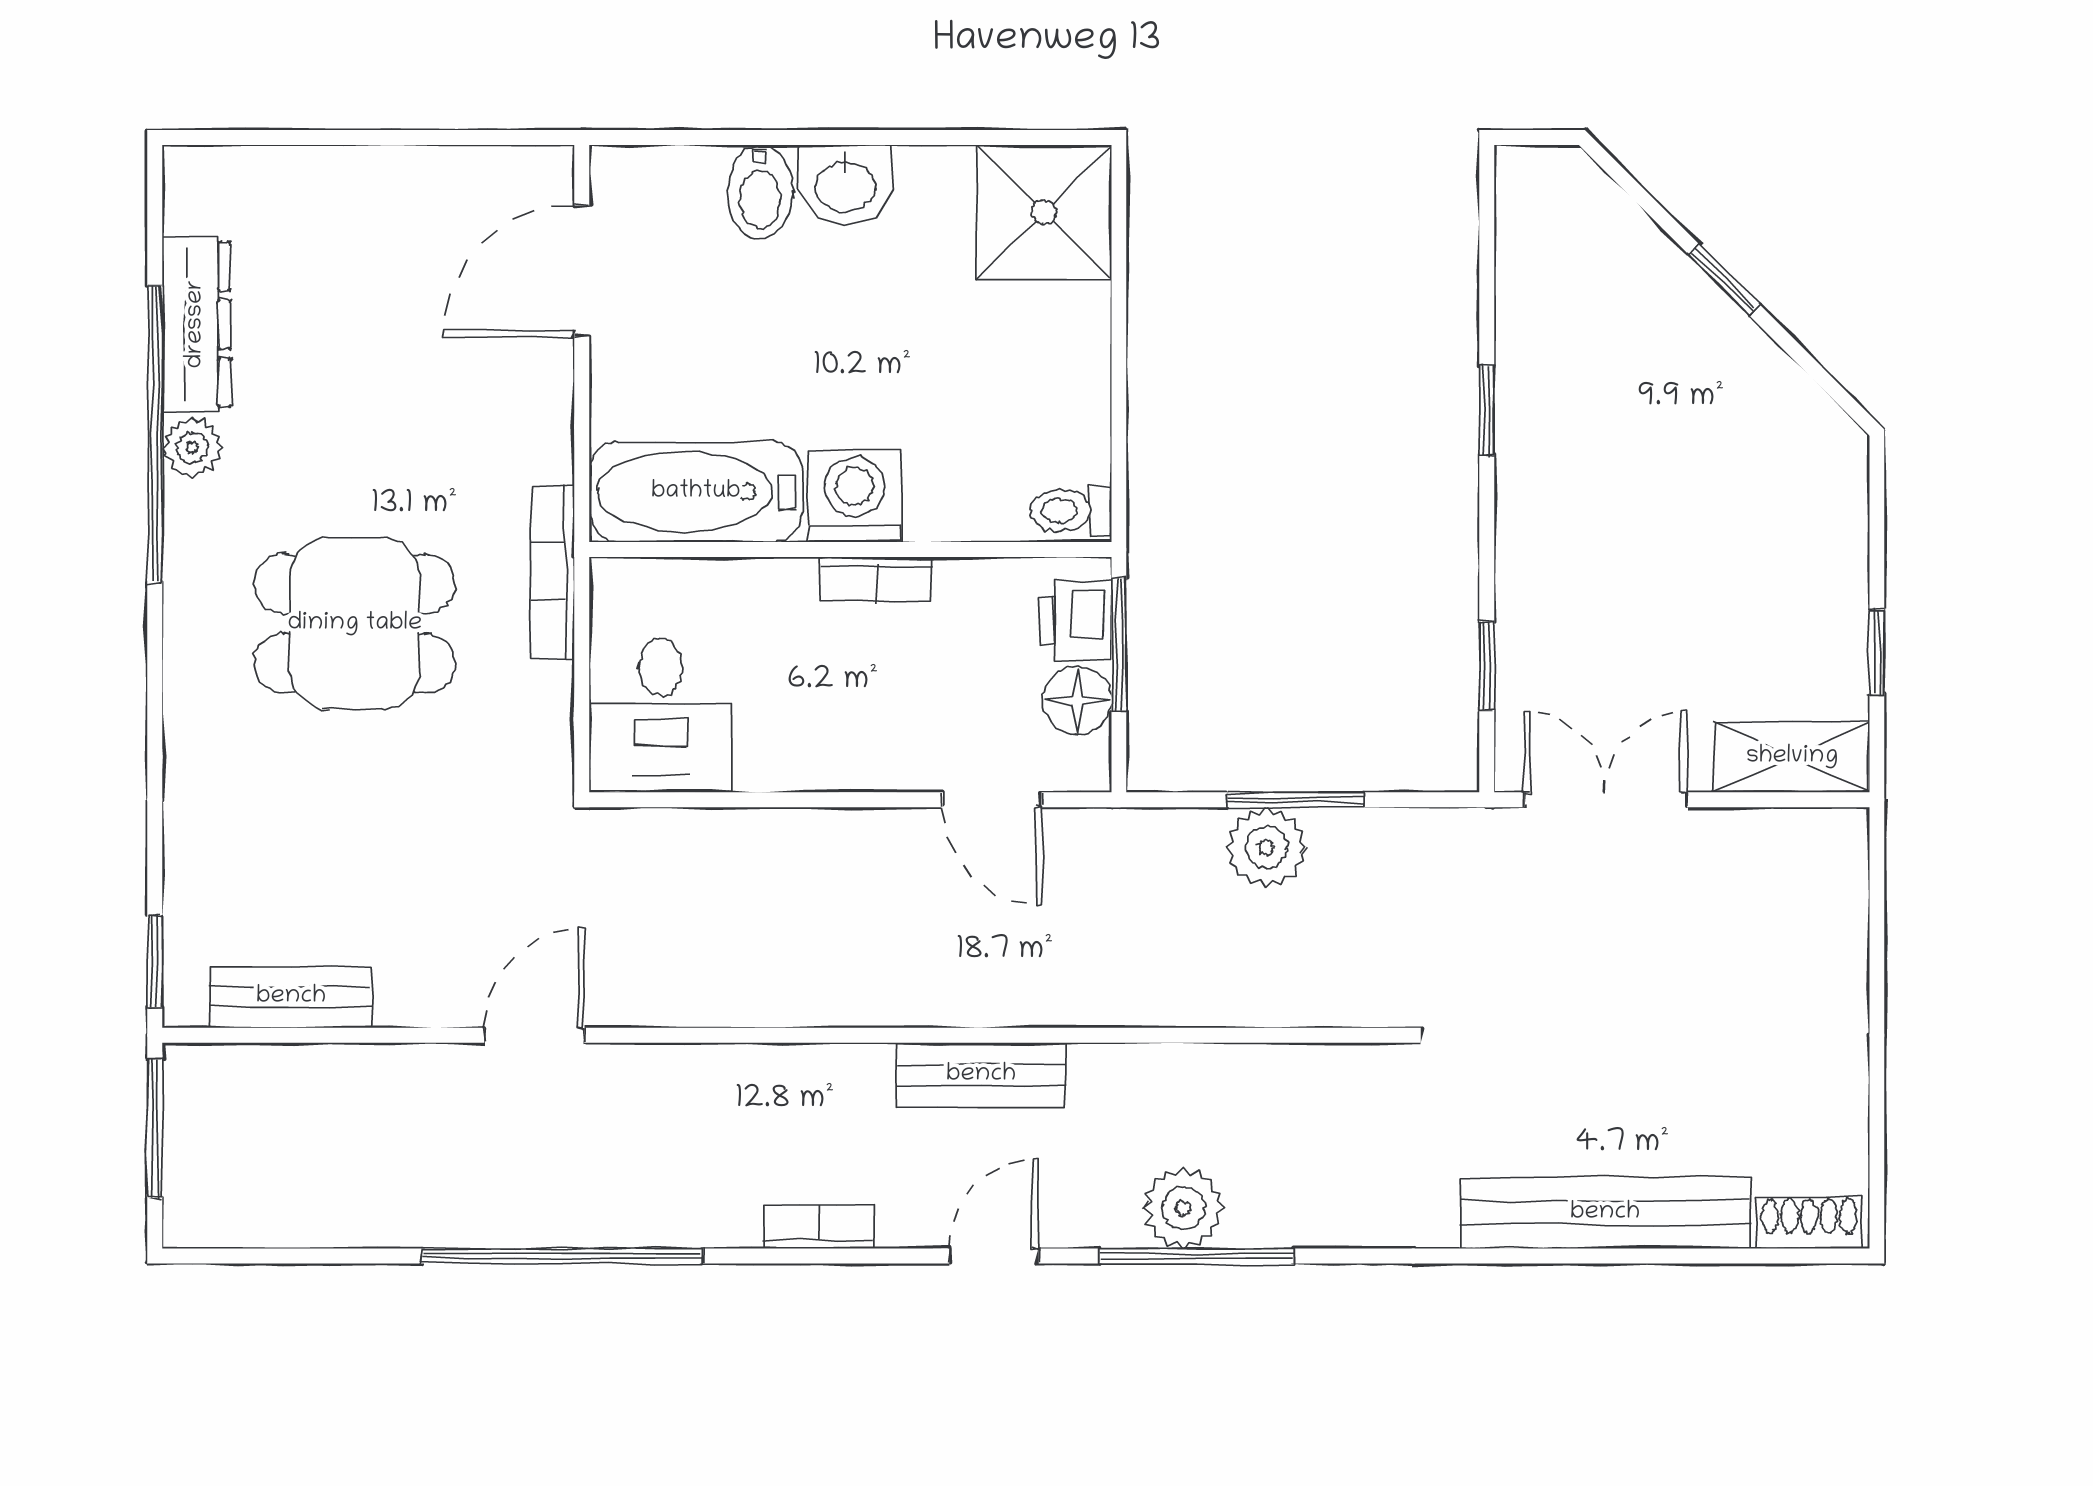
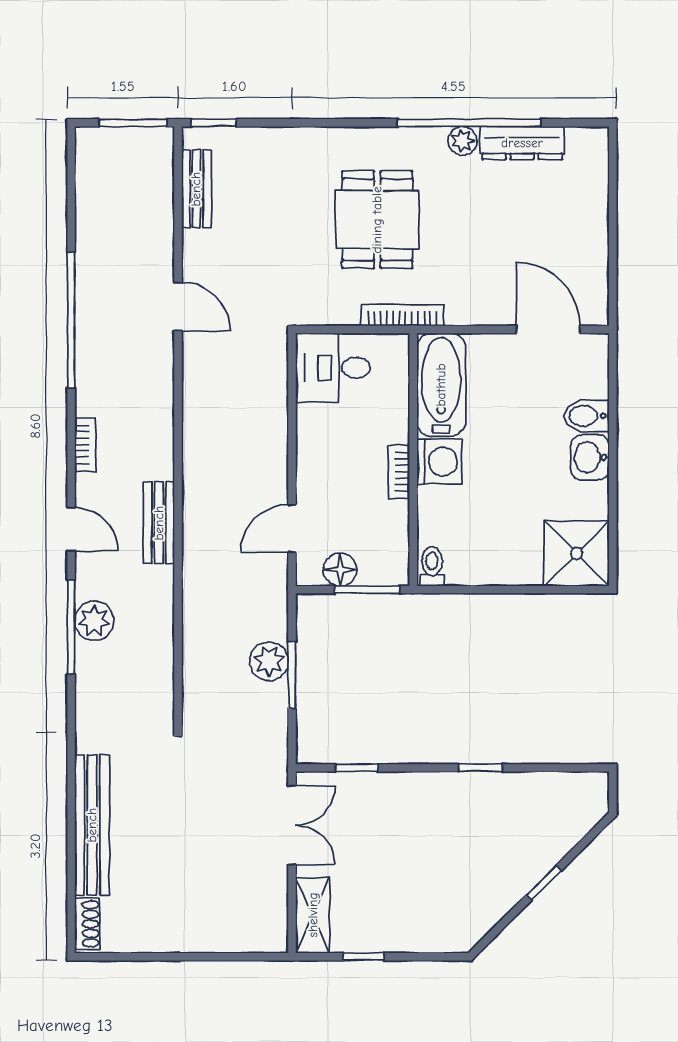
printer: (1076, 621) -> (379, 569), removed

